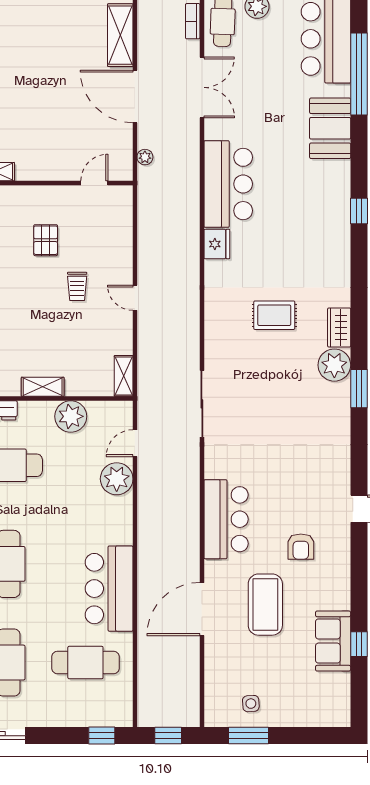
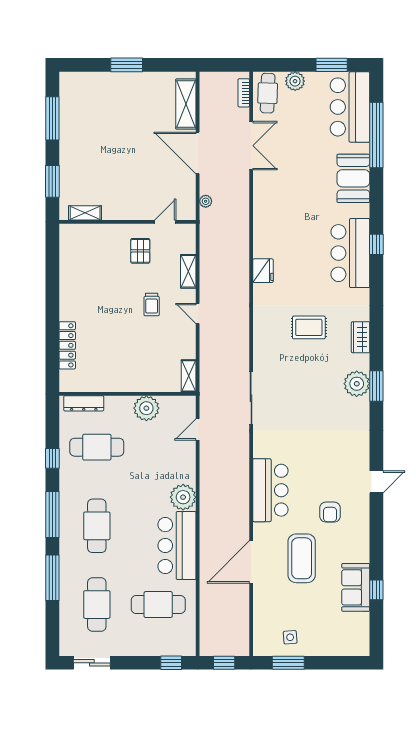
bar counter: (228, 184) -> (350, 253), moved, turned 180
pallet: (46, 240) -> (140, 251), moved
plant: (334, 365) -> (357, 384), moved
shelving: (43, 387) -> (188, 271), moved, turned 90
plant: (117, 479) -> (183, 497), moved

